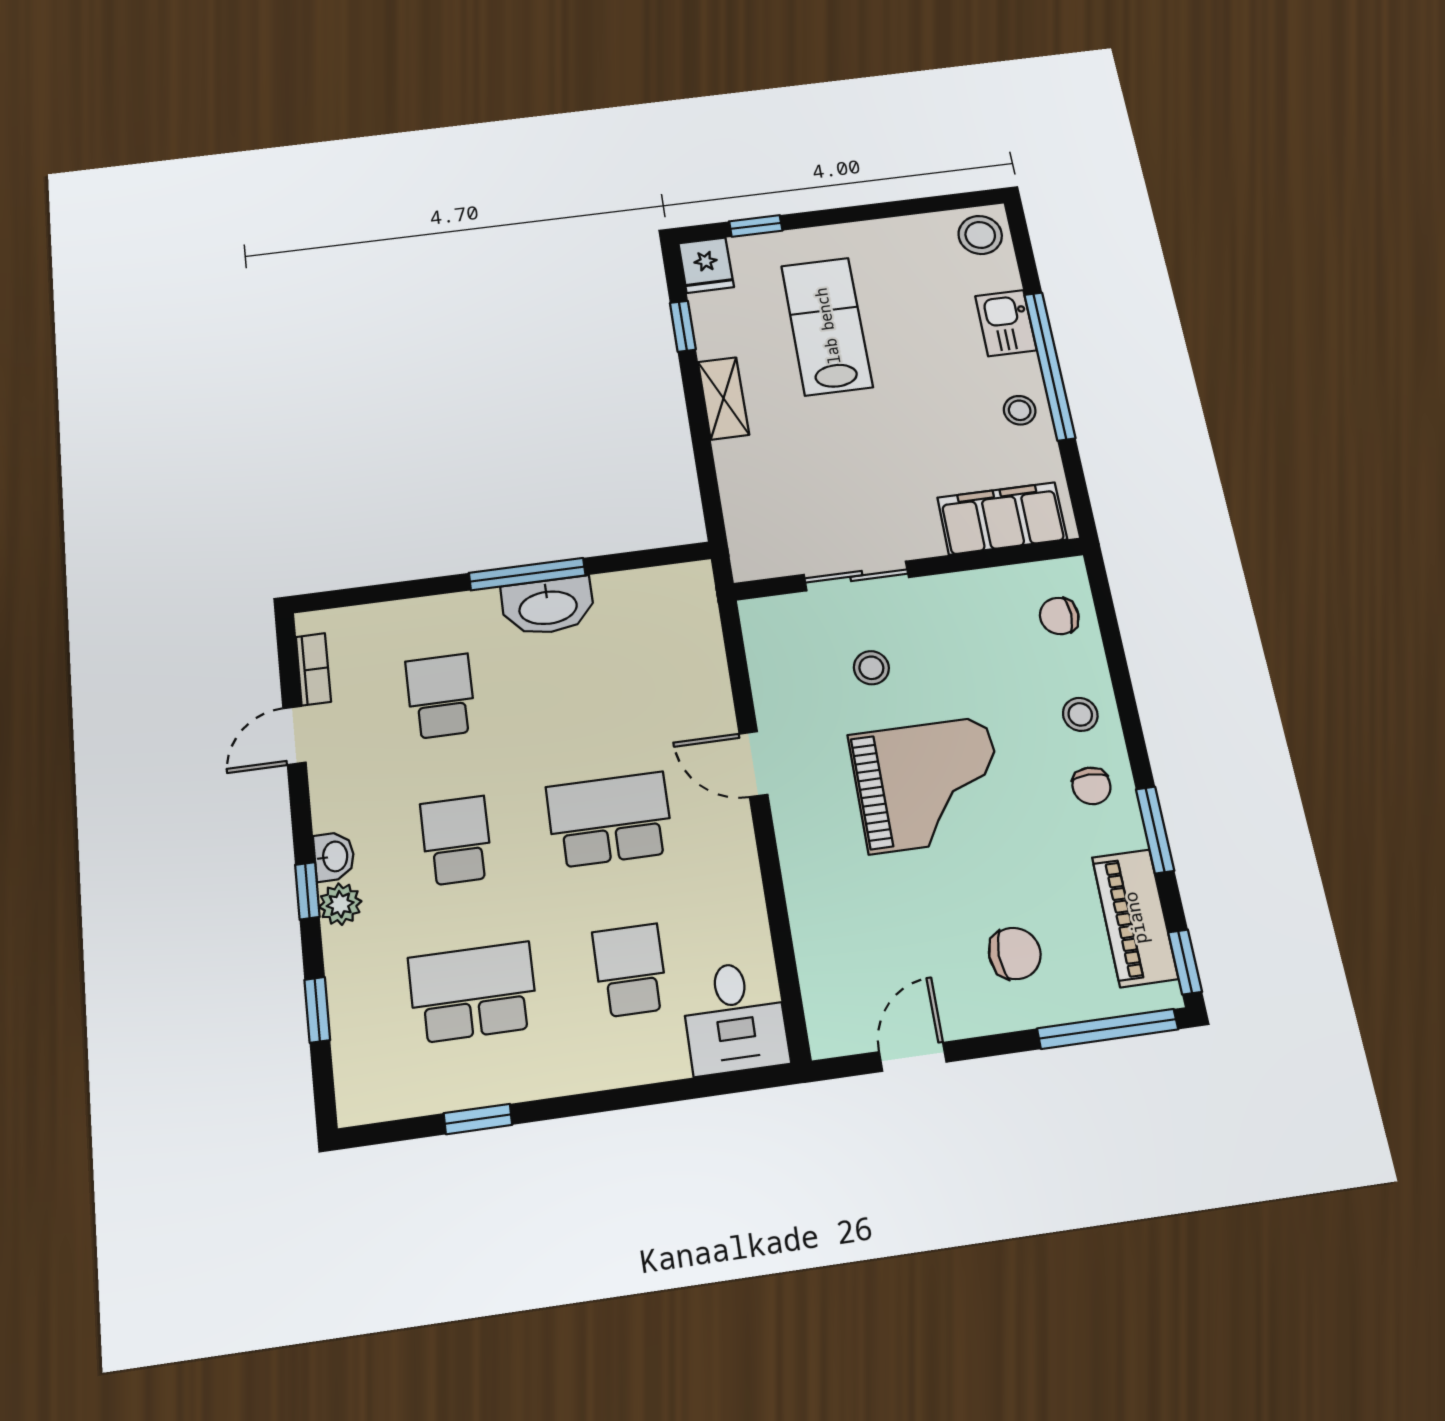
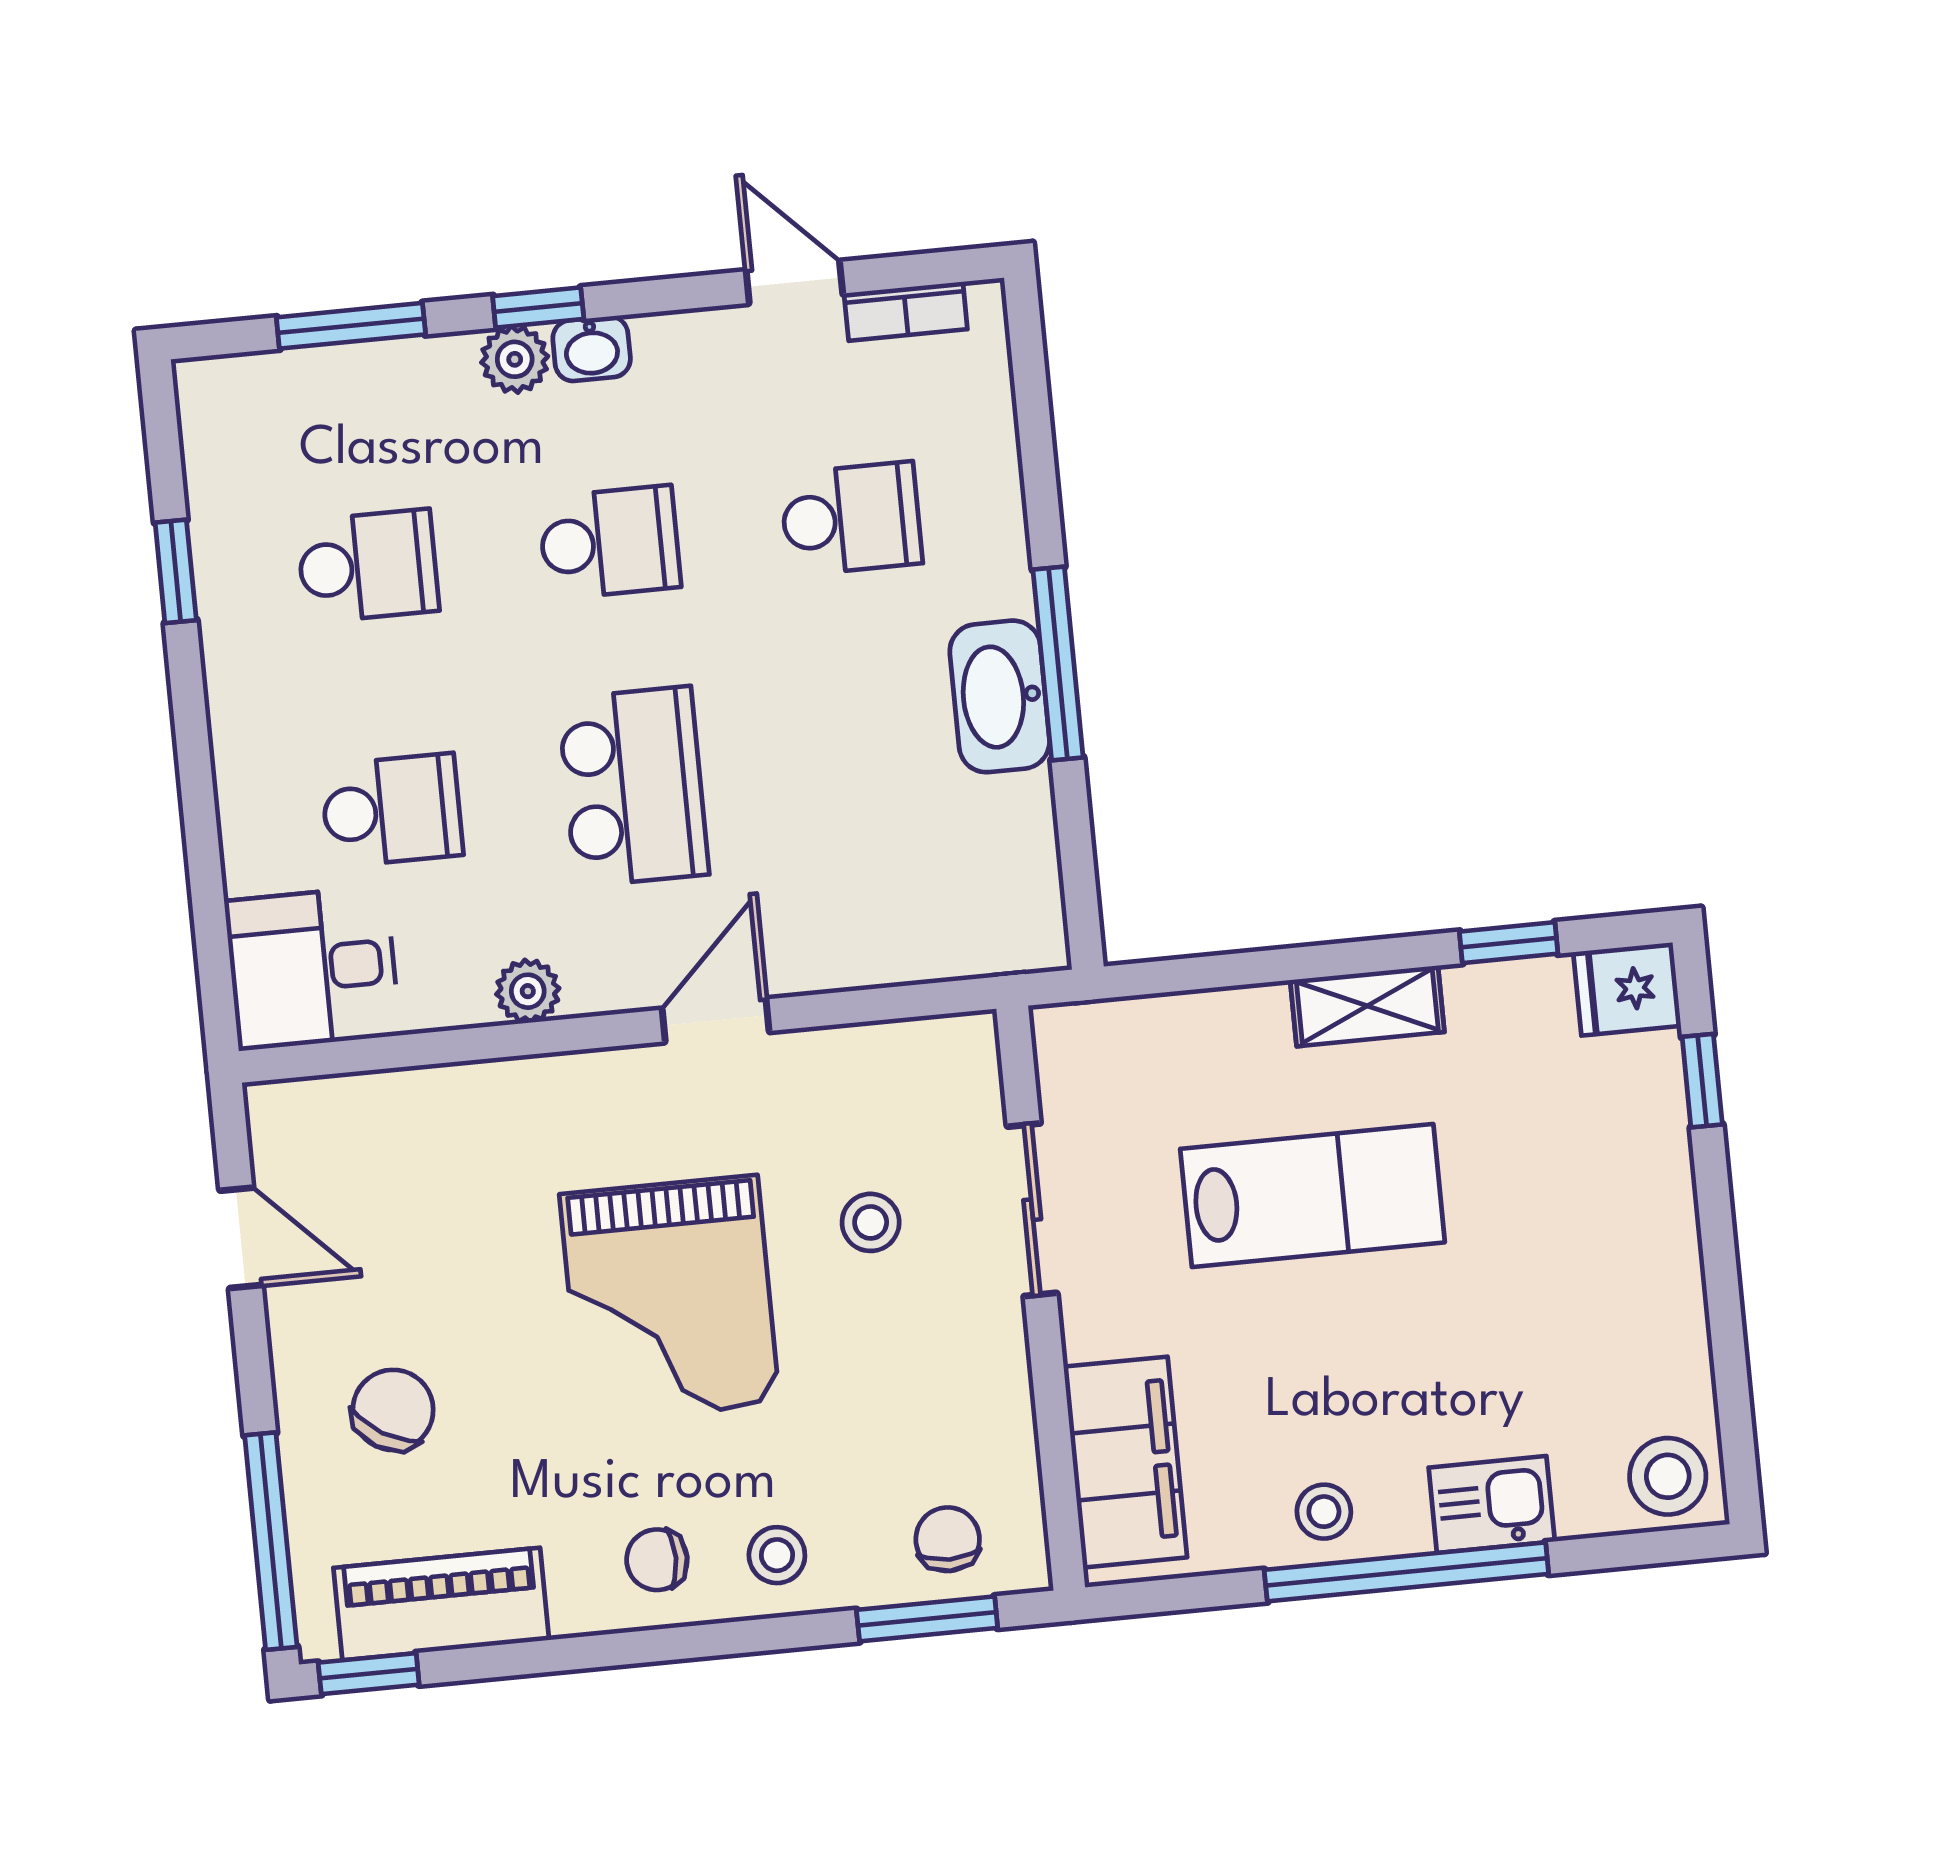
lab bench: (827, 326) -> (1313, 1196), moved
window: (1155, 830) -> (927, 1619), moved
plant: (742, 880) -> (528, 991), added
chair: (1015, 953) -> (393, 1410), turned -149
school desk: (473, 992) -> (368, 566), width x0.54
window: (317, 1010) -> (351, 326), width x1.50

